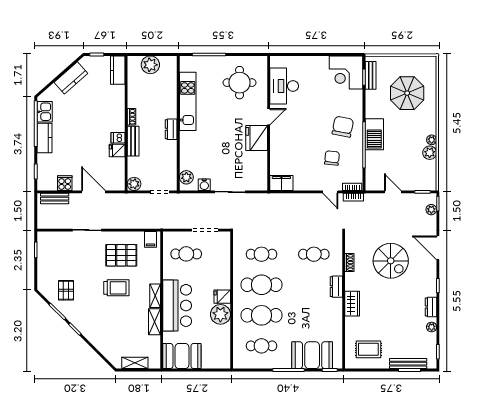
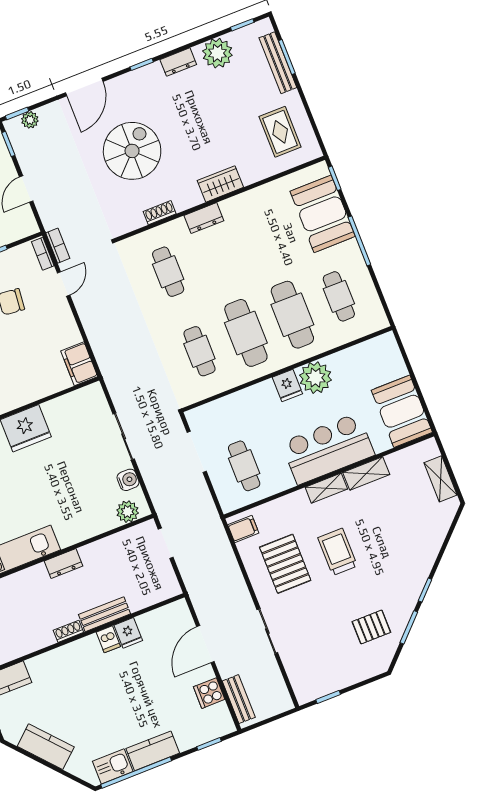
plant: (134, 184) -> (169, 587), removed
plant: (432, 327) -> (217, 53), width x1.88, depth x1.88

